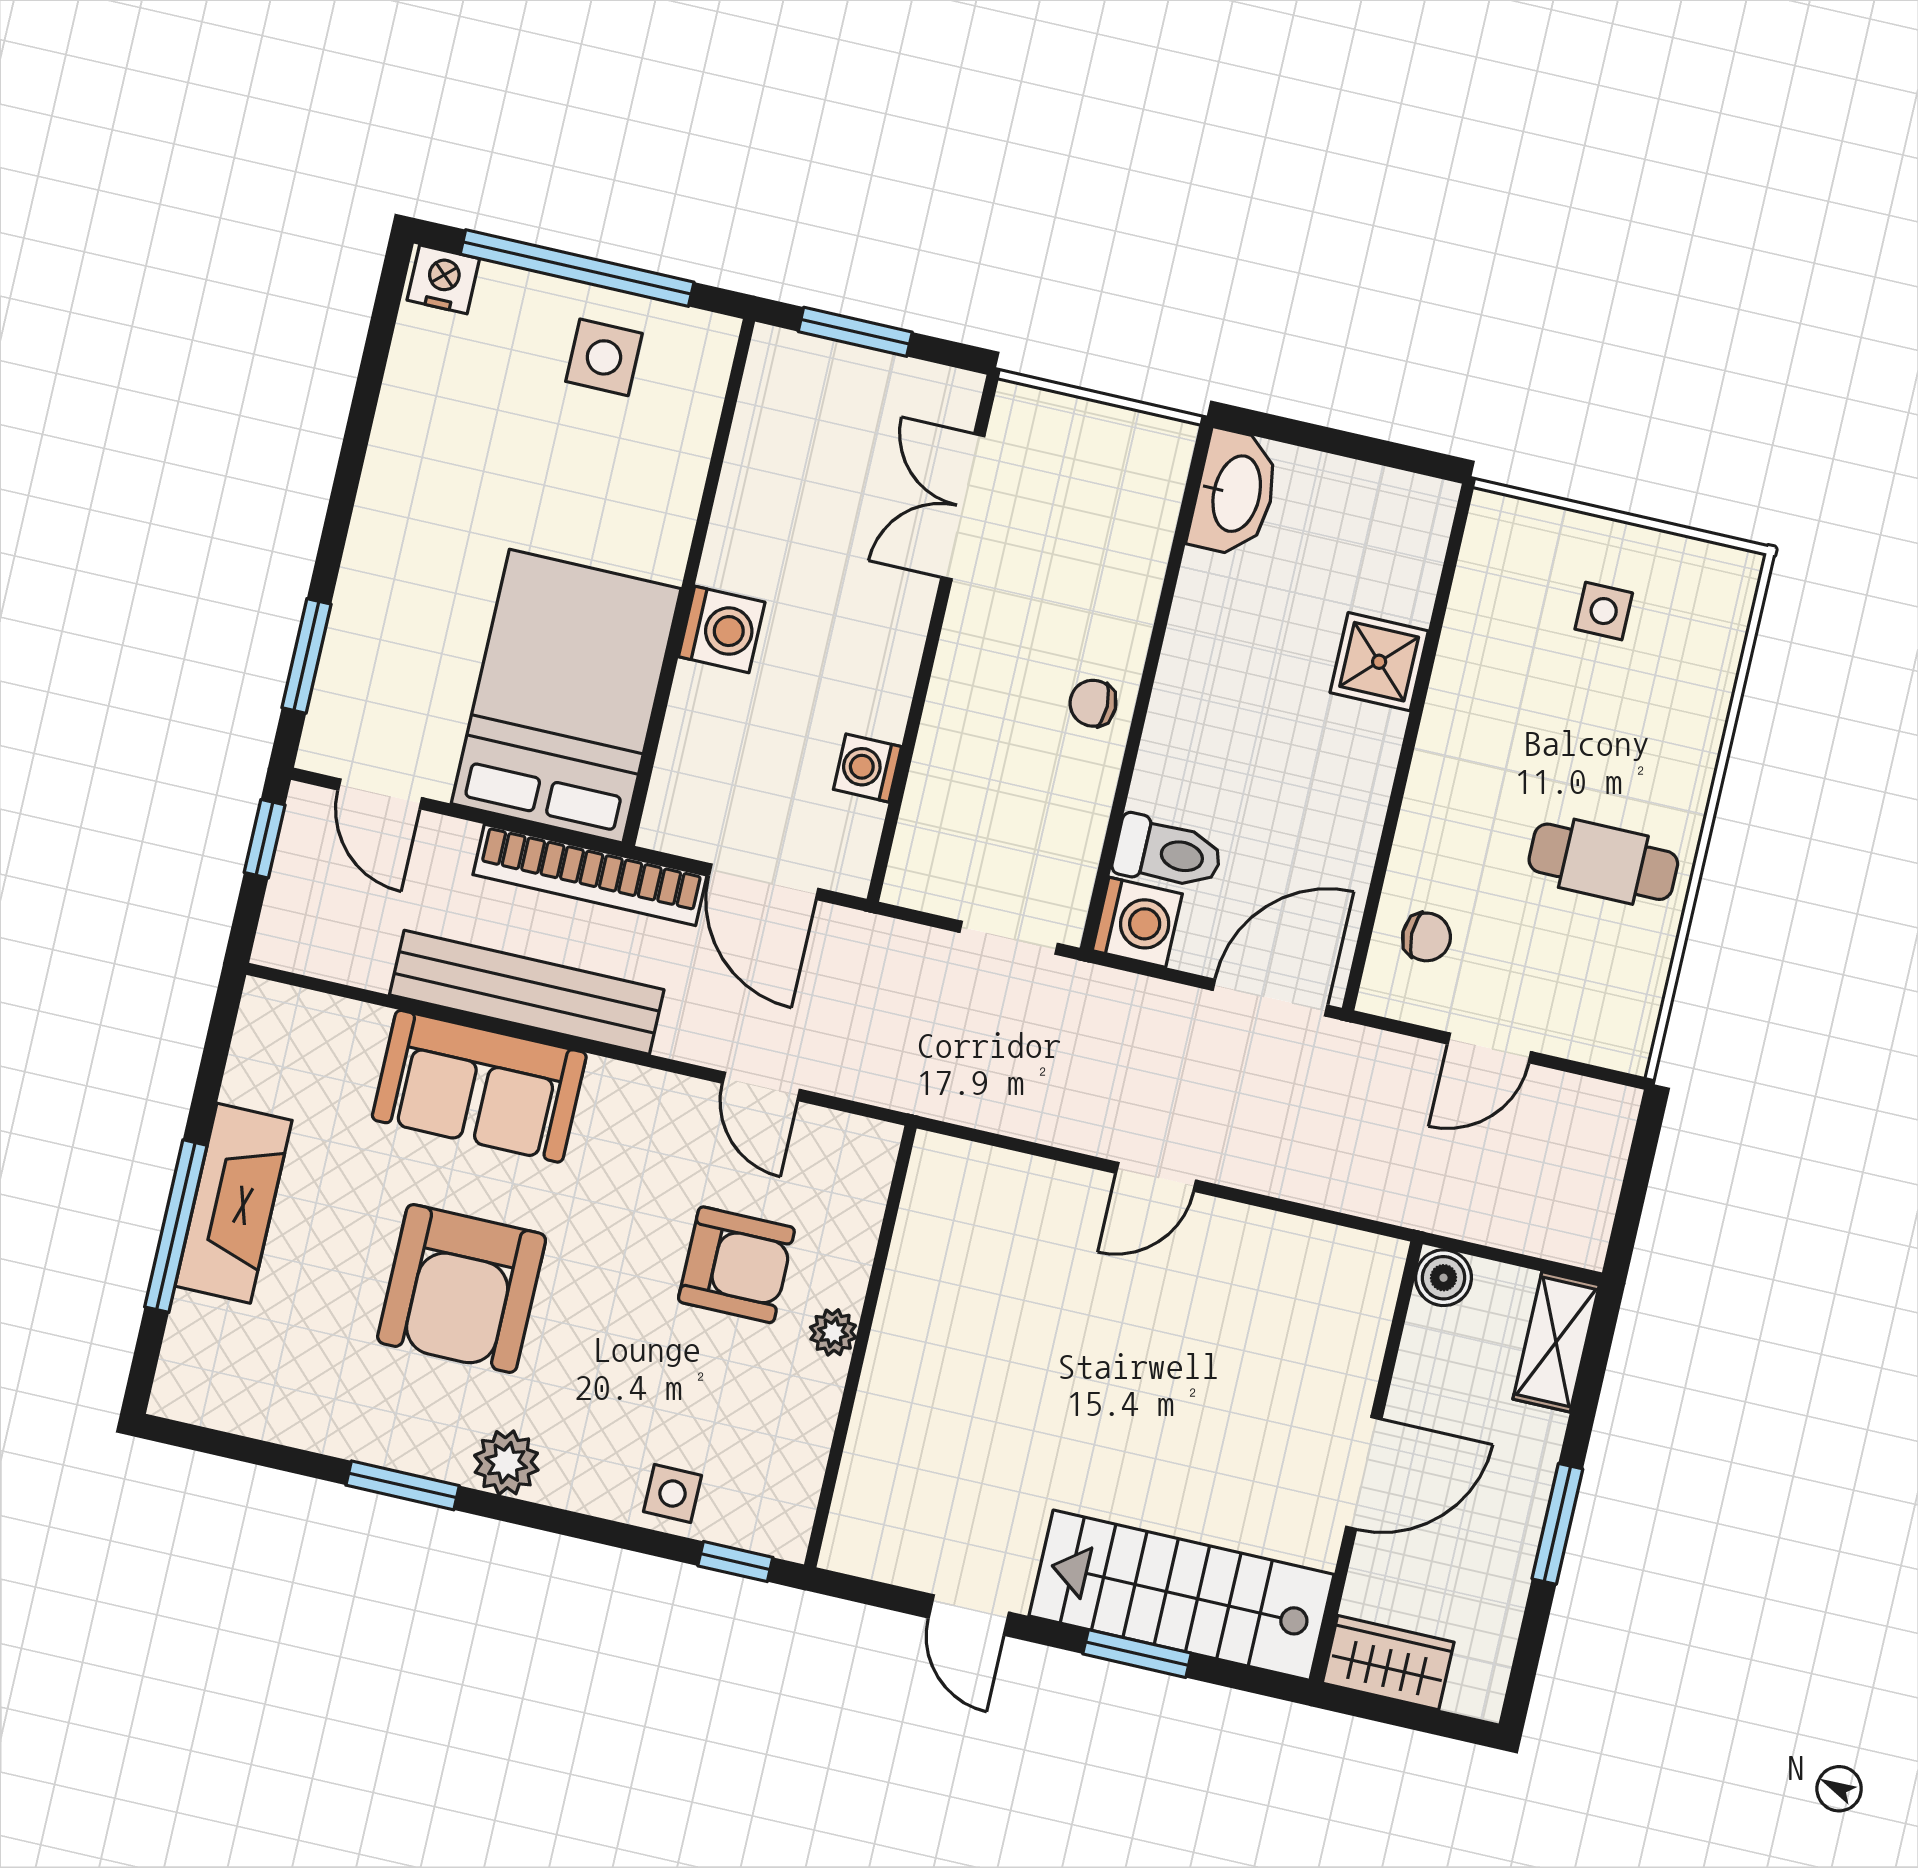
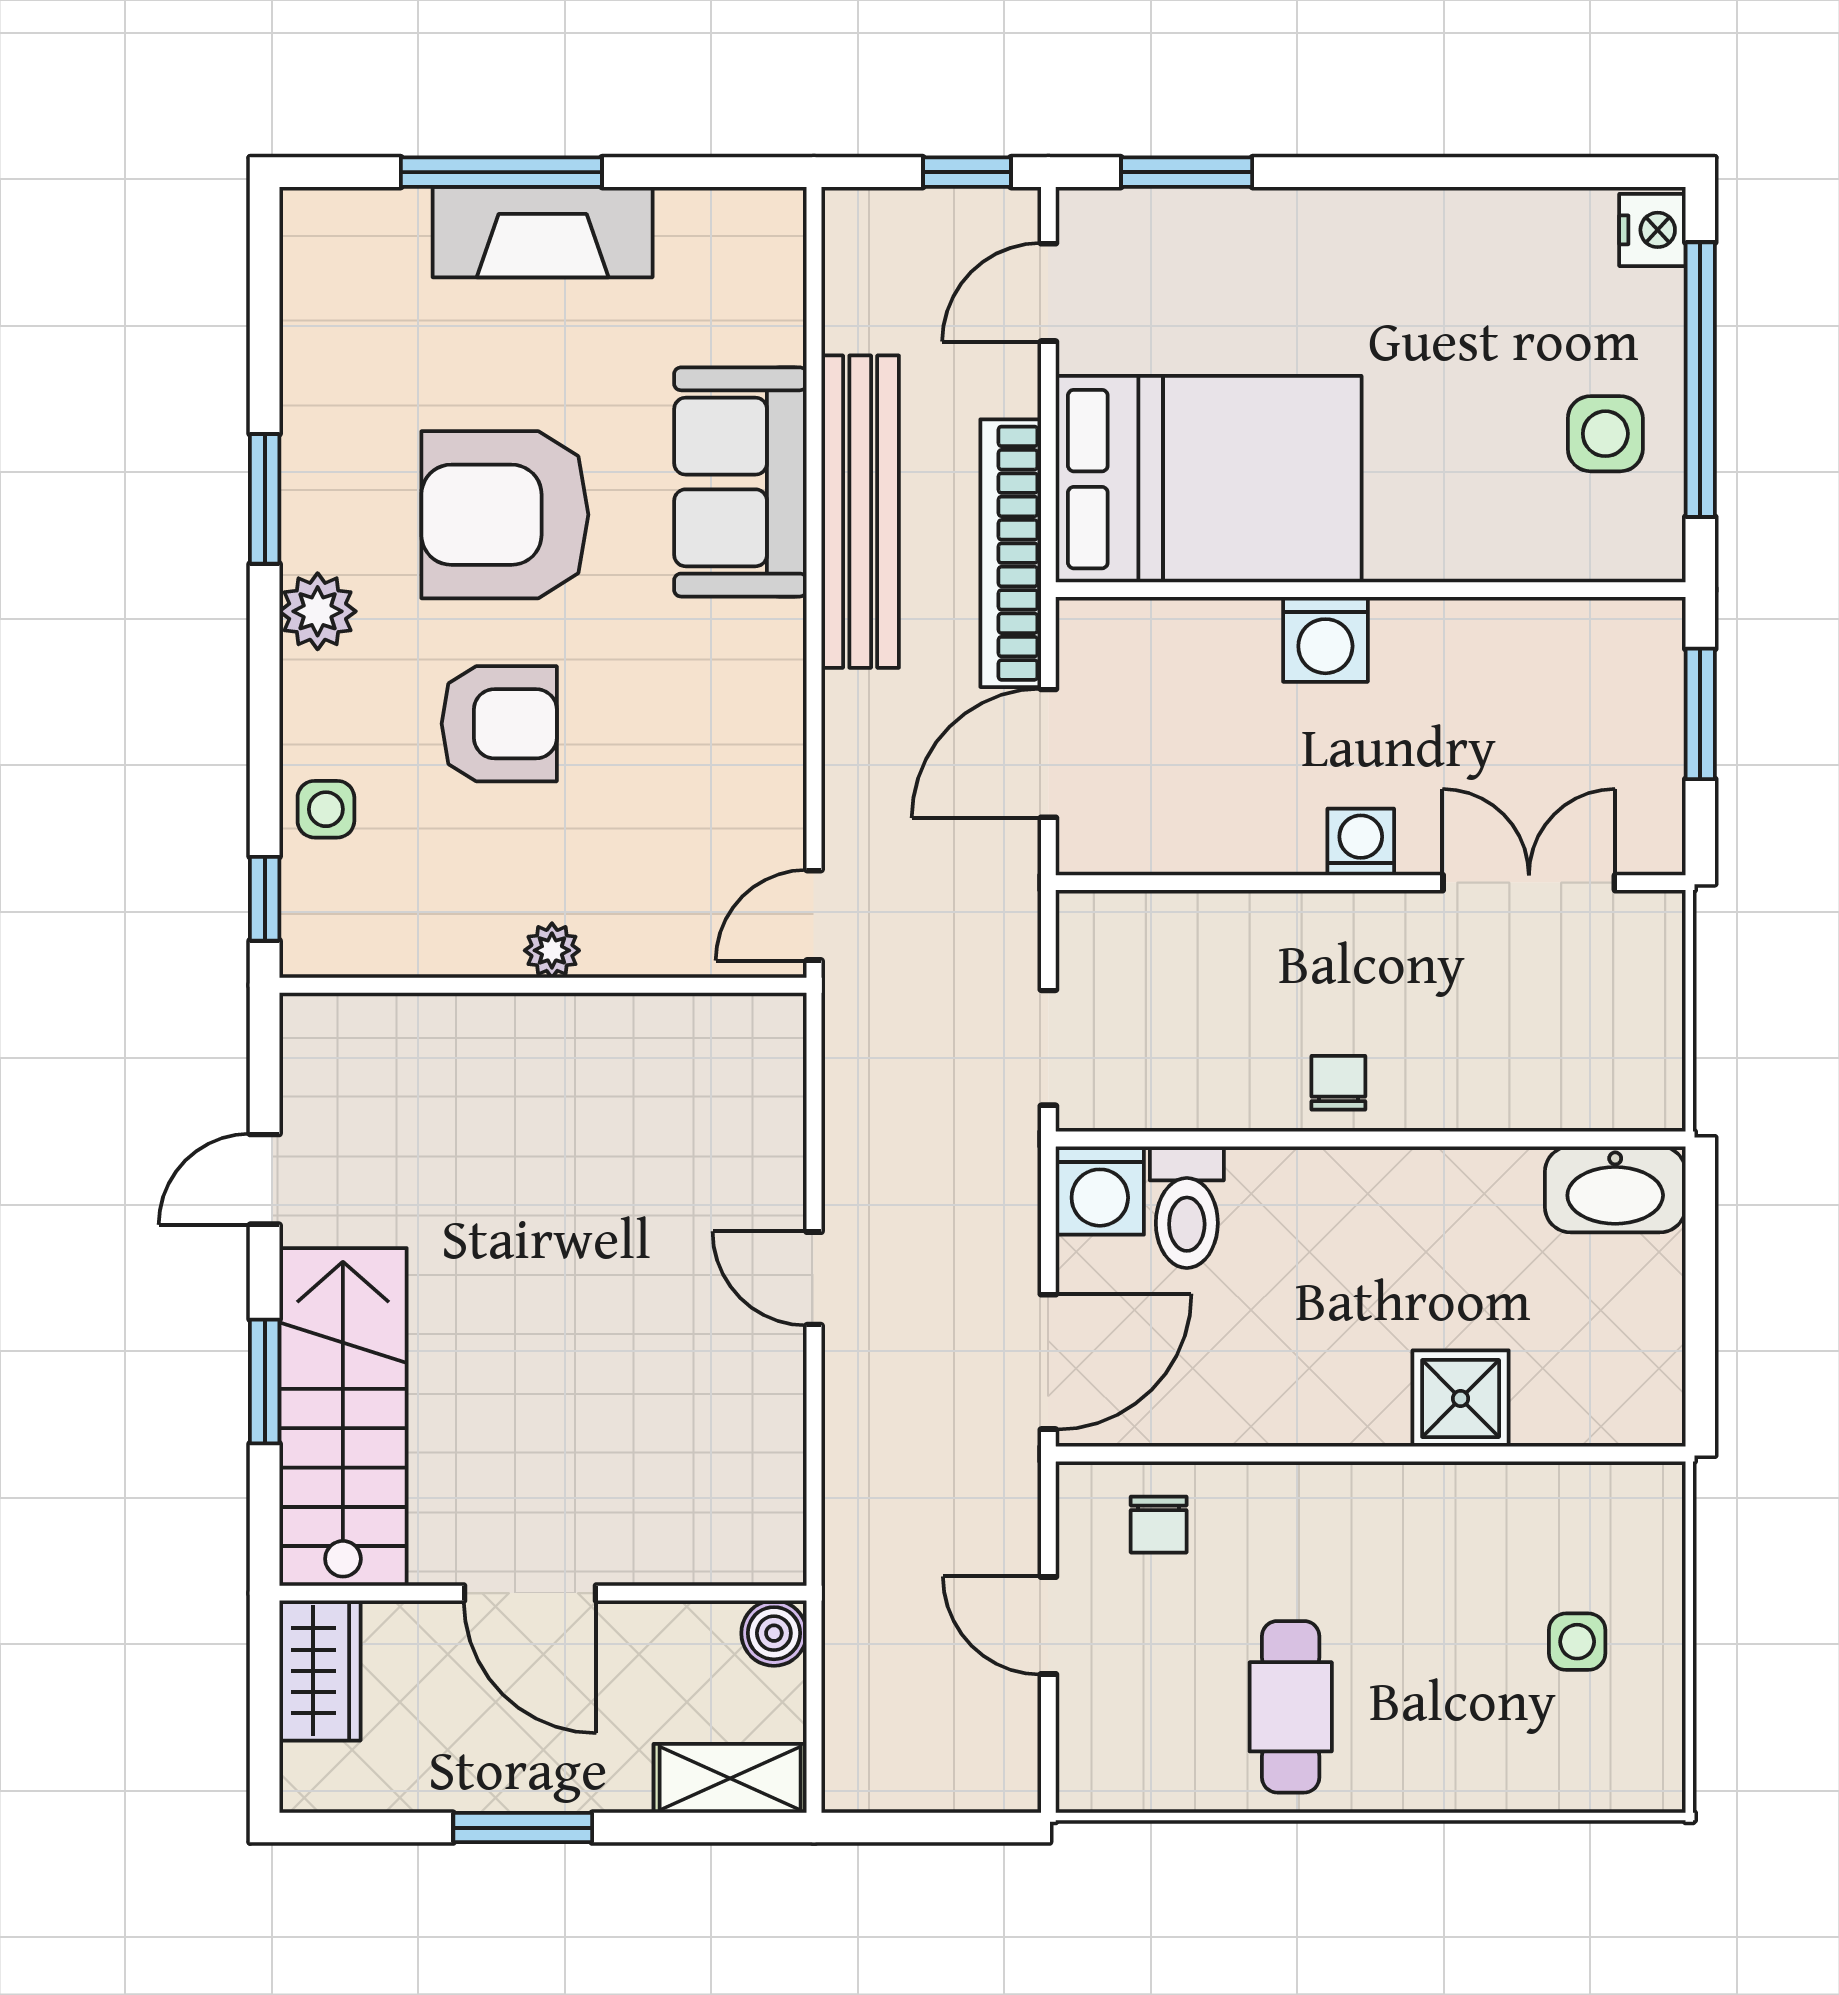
washing machine: (867, 768) -> (1361, 842), moved
door: (1270, 998) -> (1048, 1362), hinge flipped
door: (761, 1086) -> (814, 915), moved
armchair: (736, 1265) -> (499, 724), moved, turned -90

